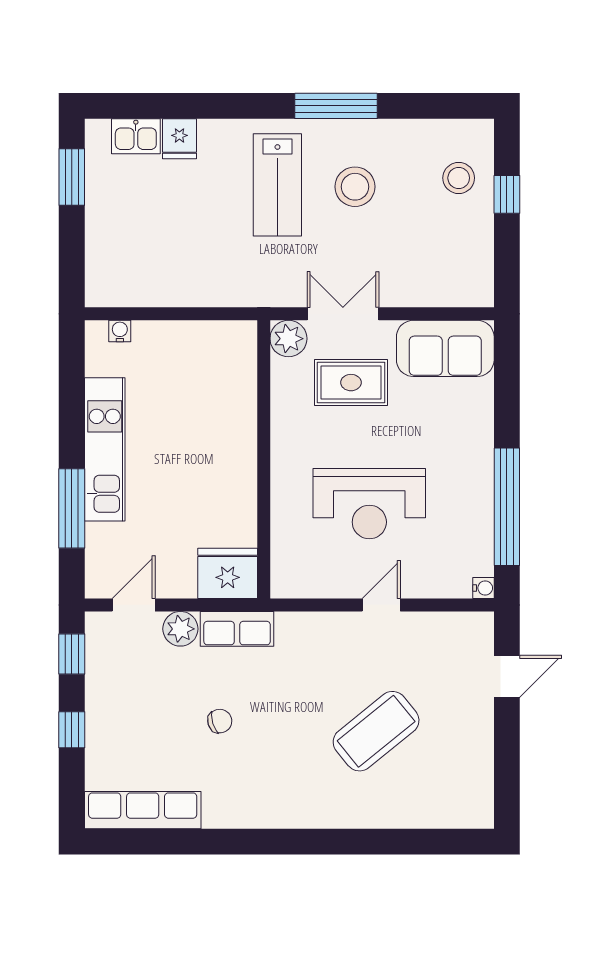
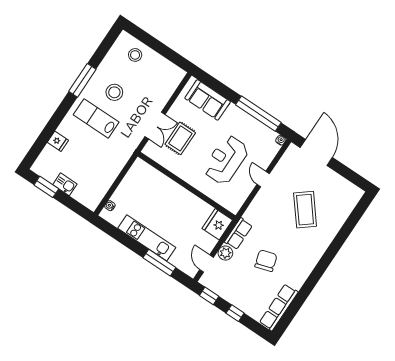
kitchen sink: (136, 136) -> (65, 184), moved, turned -90
lab bench: (277, 185) -> (96, 118), turned 180
window: (507, 194) -> (152, 42), removed
double door: (343, 314) -> (155, 125), swing flipped
plant: (288, 339) -> (151, 150), removed
sofa: (445, 348) -> (208, 100), moved, turned 90
reception desk: (369, 504) -> (226, 160), turned 180
door: (507, 676) -> (316, 152), width x1.88
chair: (220, 721) -> (266, 261), width x1.87, depth x1.87

